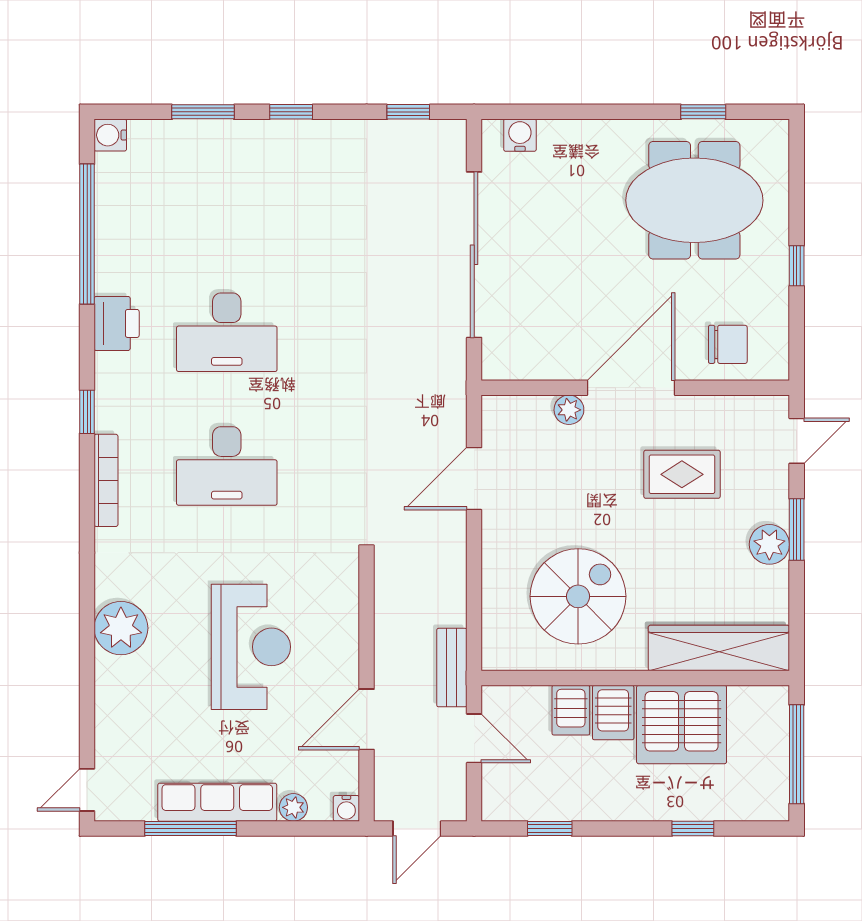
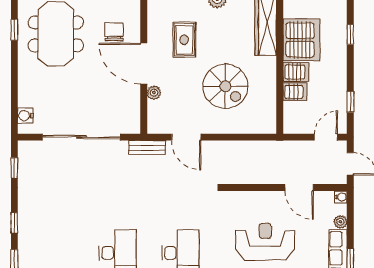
chair: (728, 344) -> (114, 32), moved
spiral stairs: (578, 596) -> (225, 86), moved, turned 180
bench: (452, 668) -> (147, 148), moved
door: (474, 738) -> (326, 137), moved

